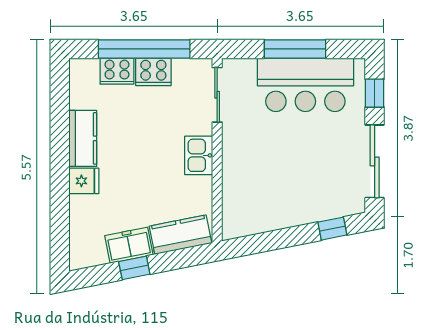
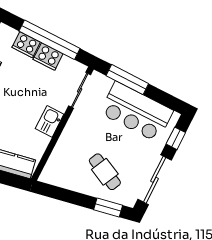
window: (295, 49) -> (127, 80), moved
cafe table: (304, 184) -> (105, 172), added
window: (332, 229) -> (108, 207), width x1.50

